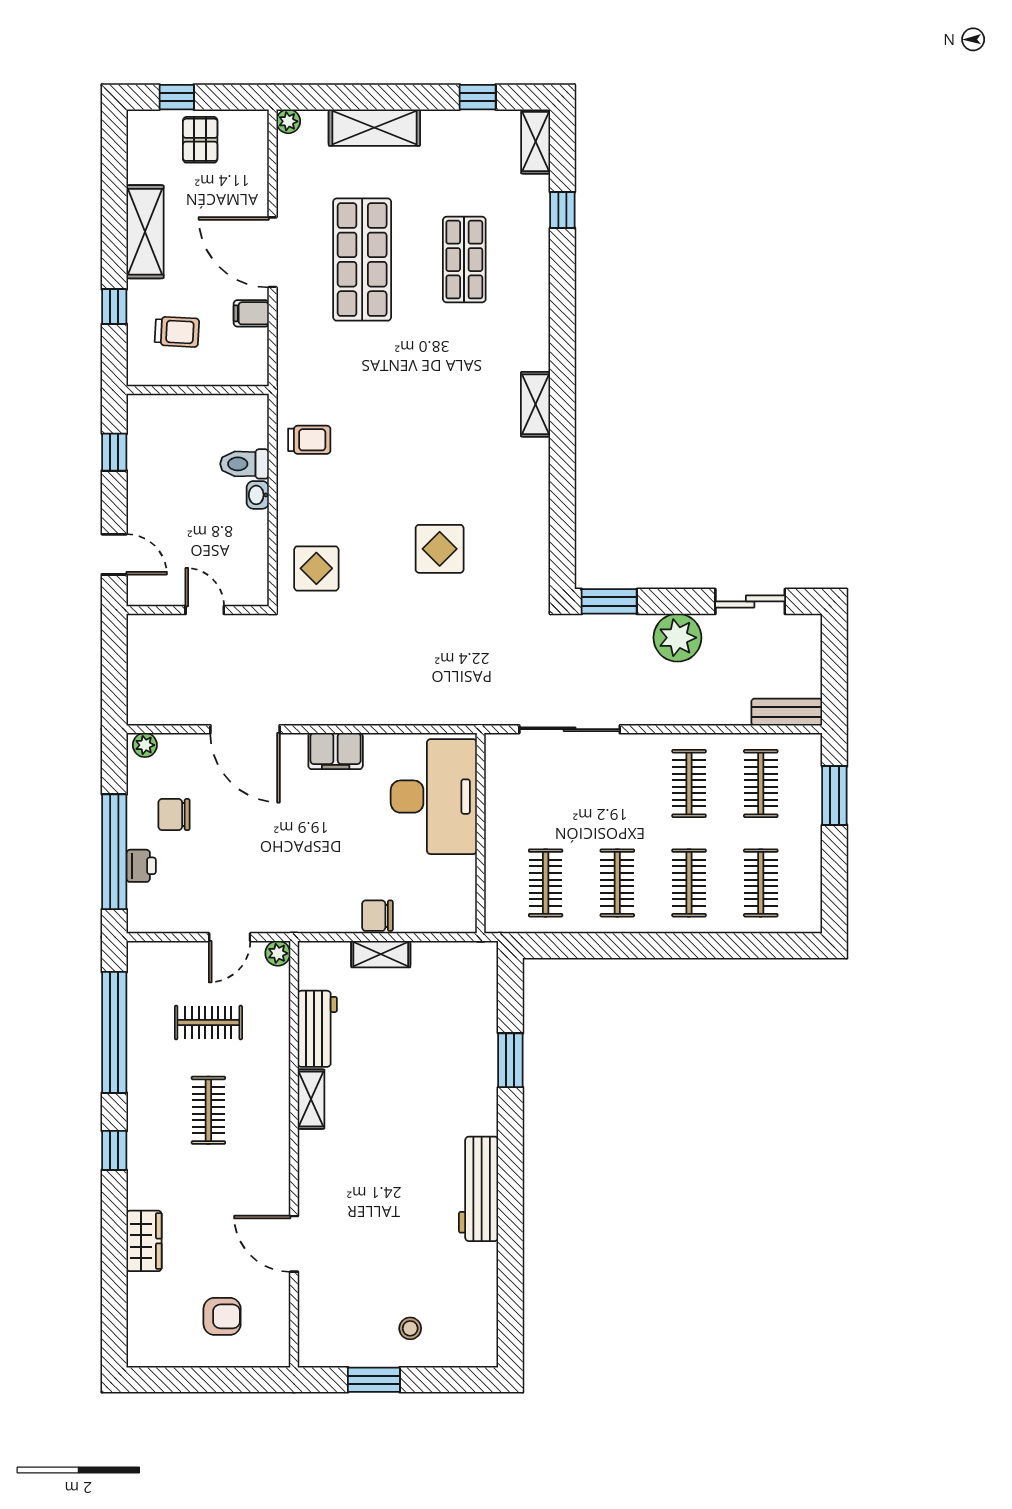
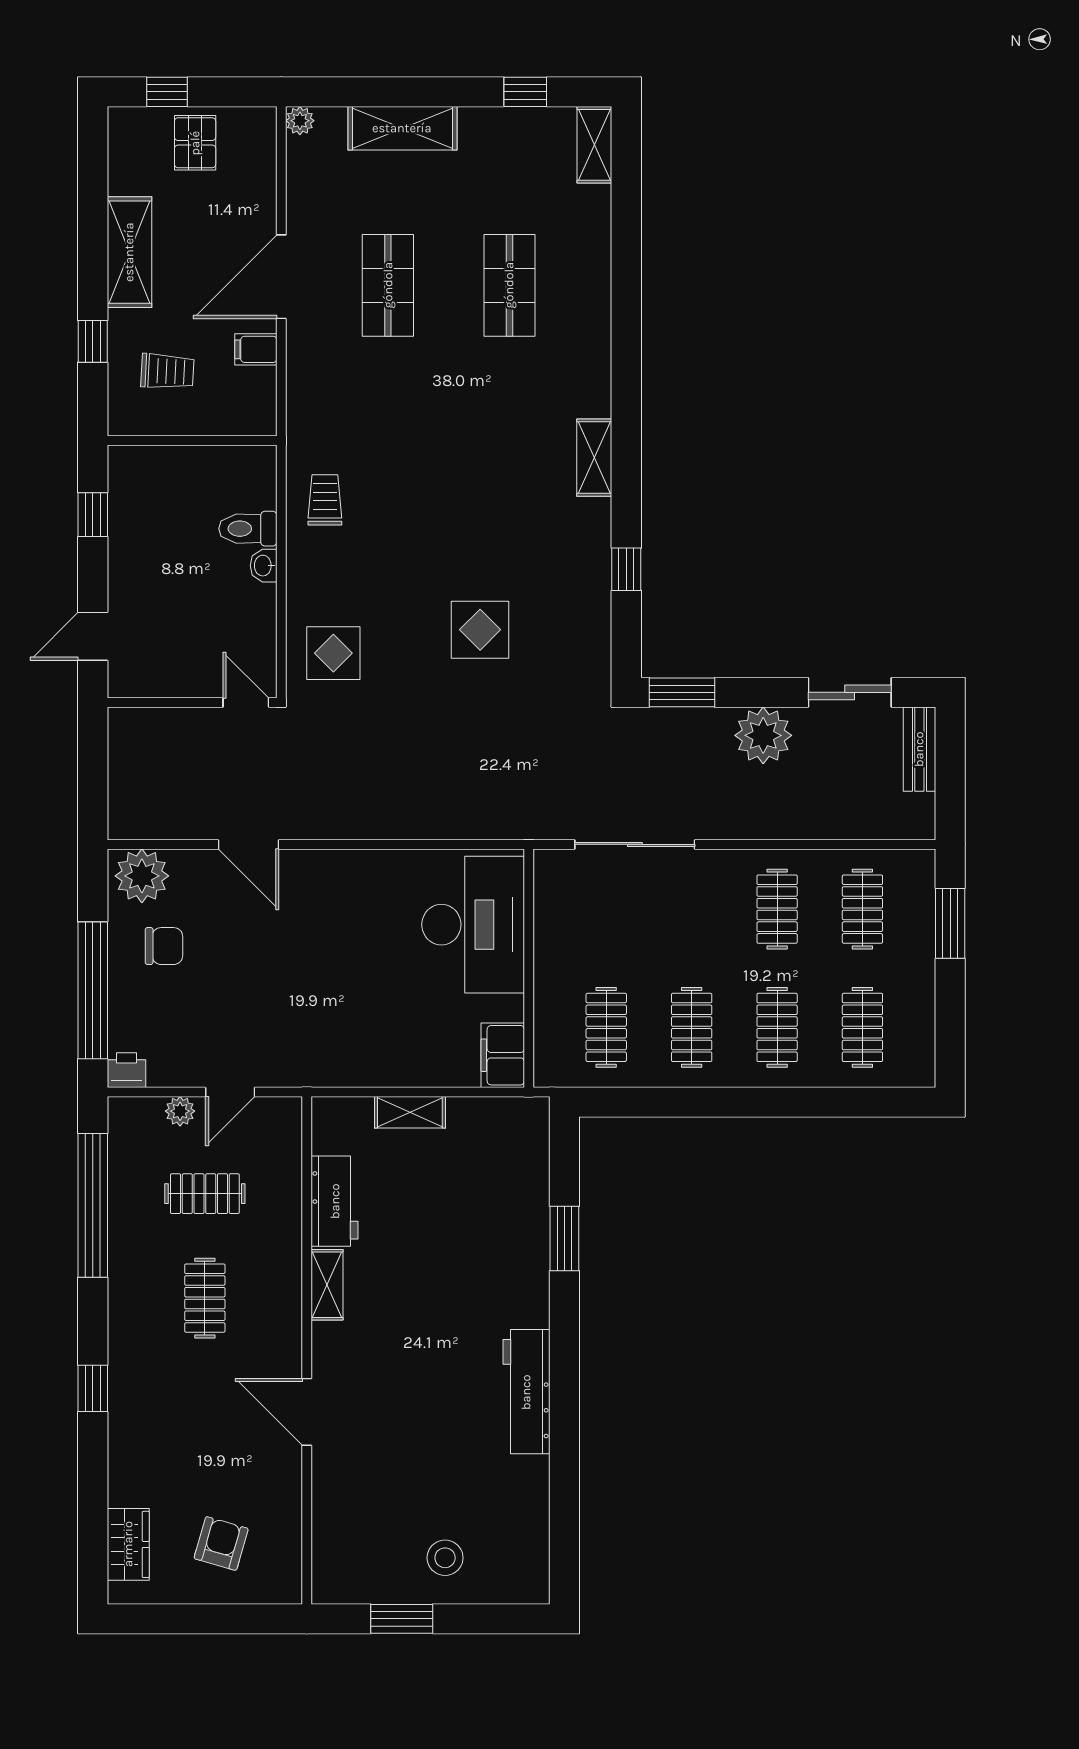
window: (562, 210) -> (626, 569), moved
door: (273, 252) -> (281, 277), hinge flipped
shop shelf: (362, 260) -> (388, 285), width x0.70, depth x0.74
trolley: (309, 440) -> (325, 500), turned -90
door: (114, 554) -> (93, 636), swing flipped
door: (205, 610) -> (246, 703), moved
bench: (787, 712) -> (919, 749), moved, turned 90
door: (245, 729) -> (248, 844), width x0.73
plant: (145, 745) -> (142, 876), width x1.88, depth x1.88
filing cabinet: (336, 751) -> (503, 1055), moved, turned 90
chair: (174, 815) -> (164, 946), turned 180
printer: (141, 866) -> (127, 1070), moved, turned -90
chair: (377, 916) -> (406, 1066), removed
plant: (278, 953) -> (180, 1111), moved
window: (114, 1150) -> (93, 1388), moved
wardrobe: (144, 1241) -> (128, 1544), moved
door: (294, 1244) -> (307, 1412), moved
armchair: (222, 1316) -> (221, 1543), turned -74
stool: (410, 1328) -> (445, 1558), width x1.37, depth x1.37

